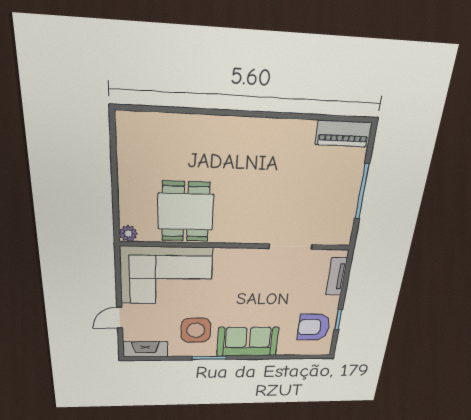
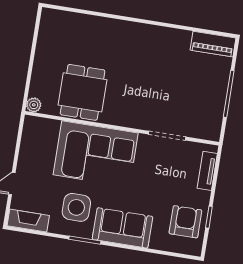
corner sofa: (166, 276) -> (96, 154), moved
armchair: (314, 327) -> (185, 222), turned 90

